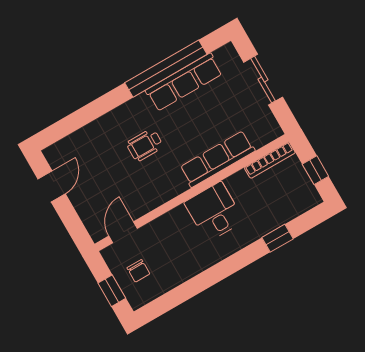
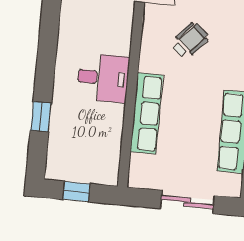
wheelchair: (145, 145) -> (190, 40), moved, turned 42
bookcase: (270, 160) -> (113, 158), removed

